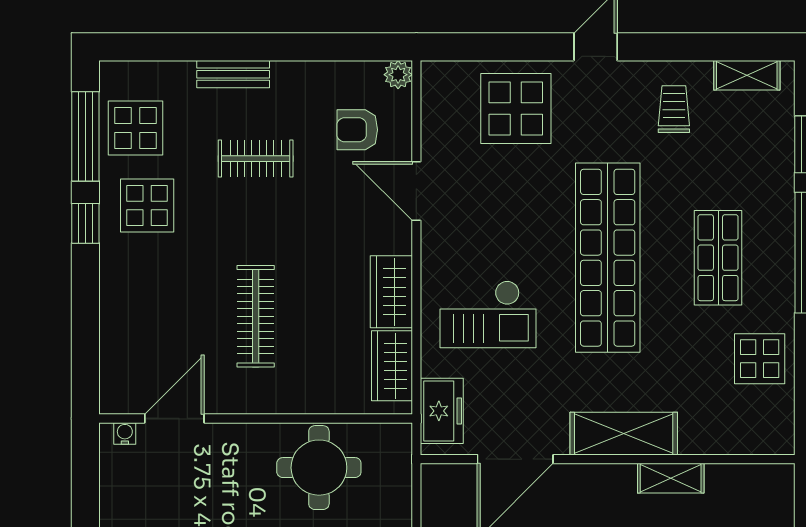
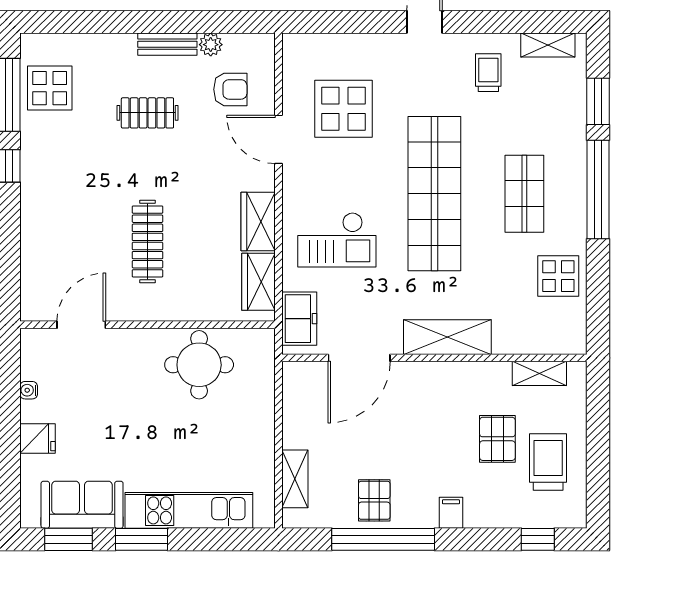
bench: (233, 74) -> (167, 44), moved
plant: (398, 75) -> (211, 45), moved
display table: (516, 108) -> (344, 109), moved
armchair: (357, 130) -> (230, 89), turned 180
display table: (147, 206) -> (59, 151), removed
water cooler: (125, 433) -> (29, 390), moved, turned -90
shelving: (671, 478) -> (539, 373), moved

